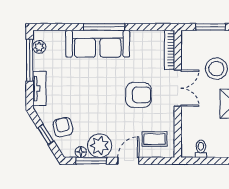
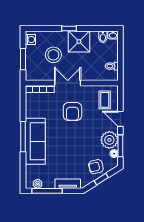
armchair: (138, 95) -> (72, 112), turned 180

